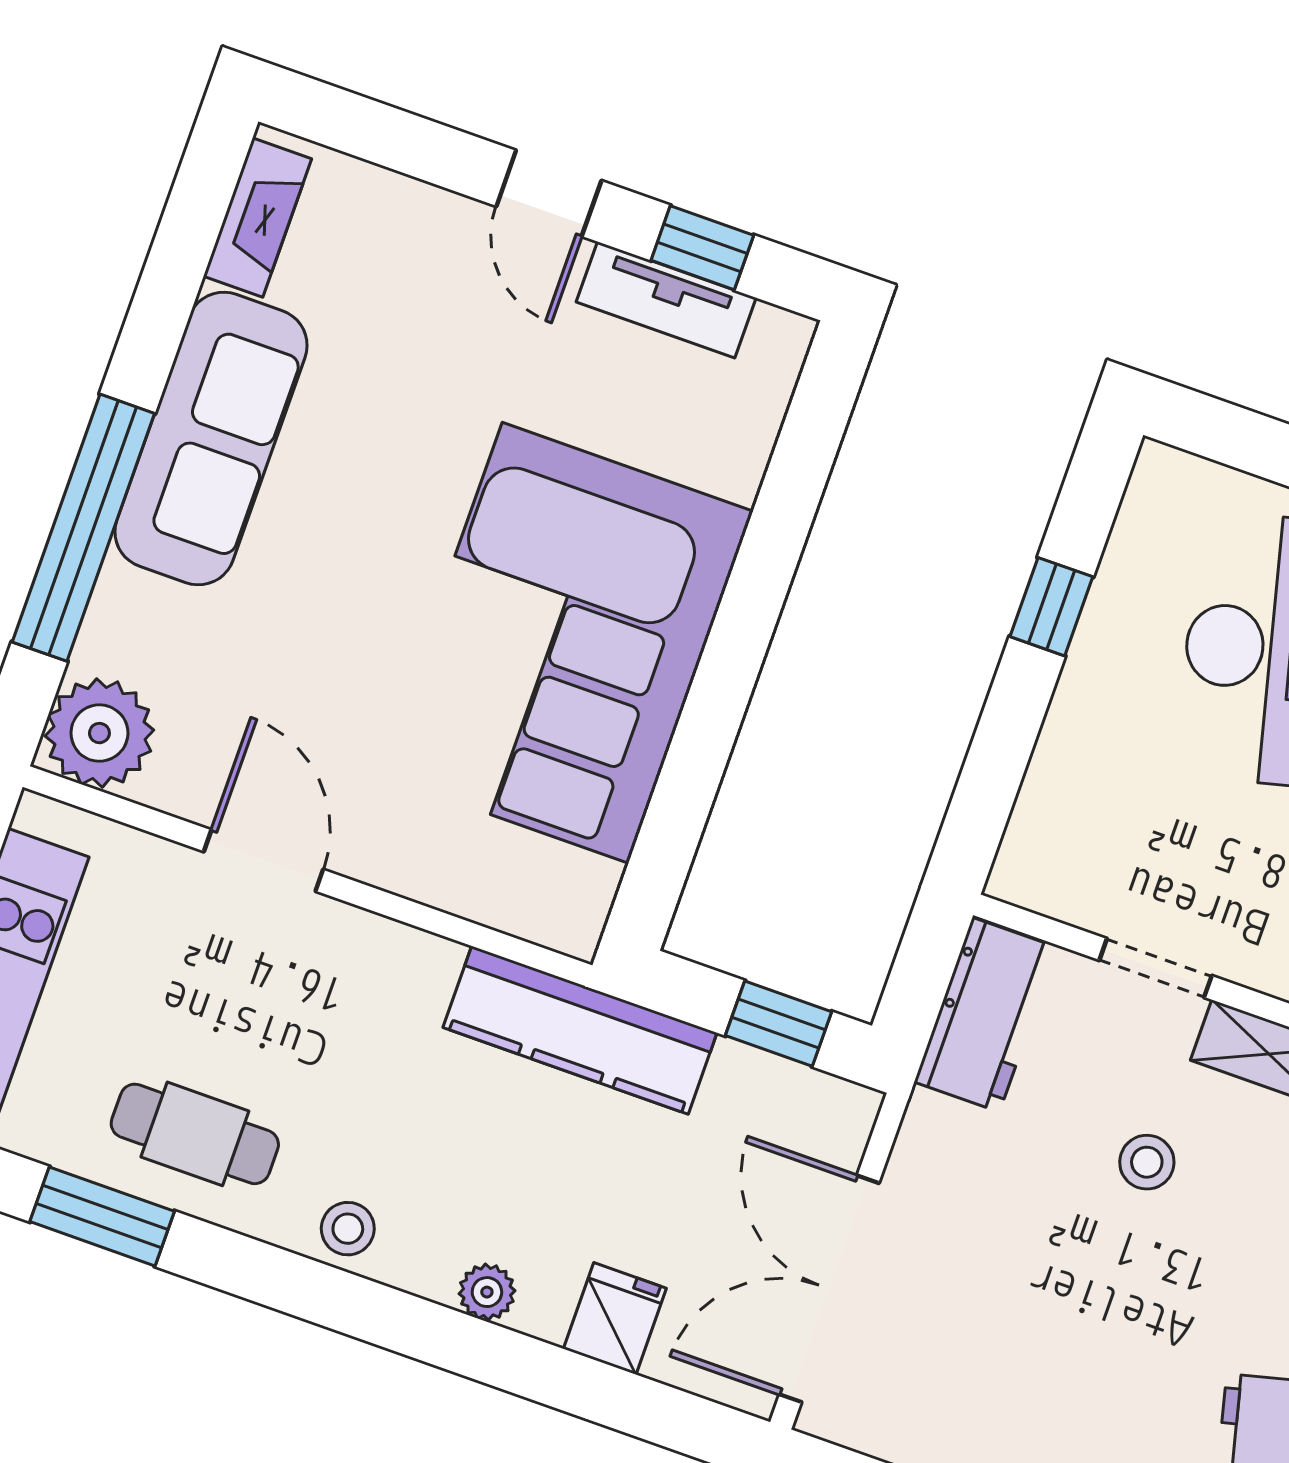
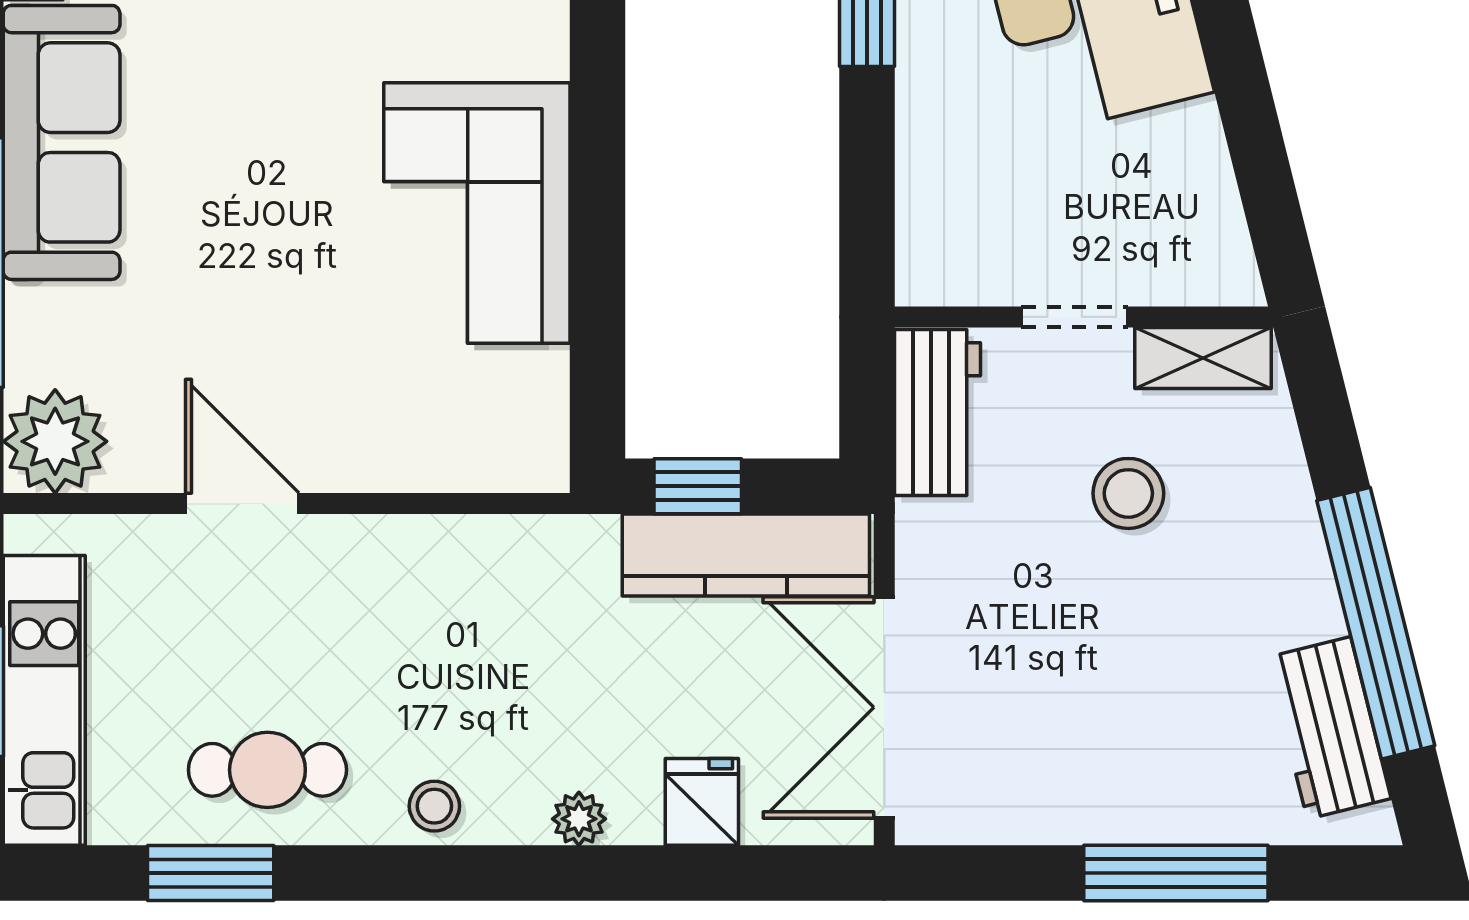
corner sofa: (565, 643) -> (477, 213), width x0.73, depth x0.74
window: (778, 1024) -> (698, 486), moved
kitchen counter: (580, 1030) -> (746, 555), moved
stool: (1147, 1162) -> (1128, 493), width x1.37, depth x1.37

